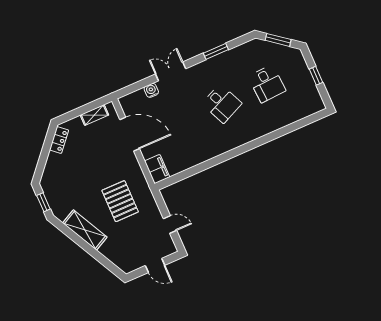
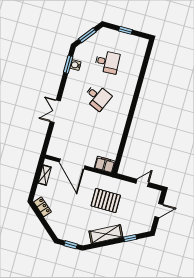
window: (216, 51) -> (68, 64), moved
water cooler: (151, 90) -> (75, 65), moved
desk: (222, 104) -> (97, 97), turned 48
door: (130, 134) -> (72, 164), swing flipped
window: (101, 259) -> (130, 238), added

